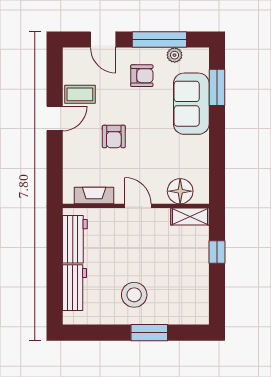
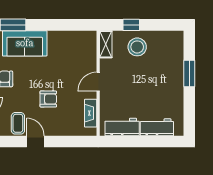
floor lamp: (180, 191) -> (88, 51), removed
stool: (134, 295) -> (137, 47), moved

